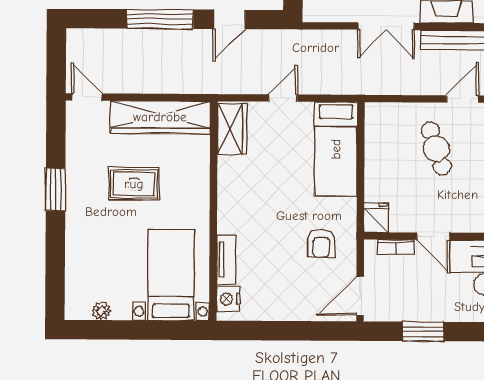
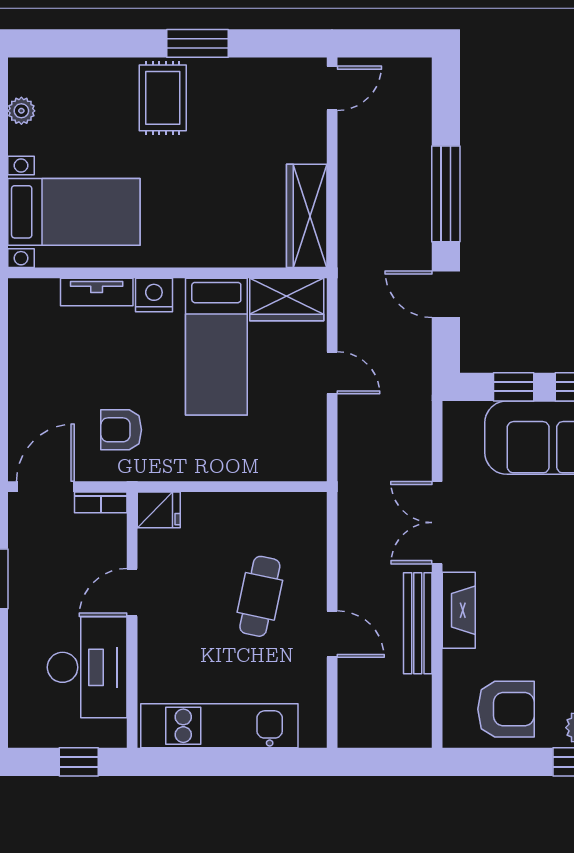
wardrobe: (160, 117) -> (307, 216), width x0.71, depth x0.85
cafe table: (436, 148) -> (260, 596), turned -59
bed: (336, 149) -> (216, 347), moved, turned -90
rug: (134, 184) -> (163, 98), moved
bookcase: (396, 247) -> (101, 502), moved, turned -90
door: (360, 296) -> (45, 487), hinge flipped
nightstand: (228, 299) -> (154, 295), moved

